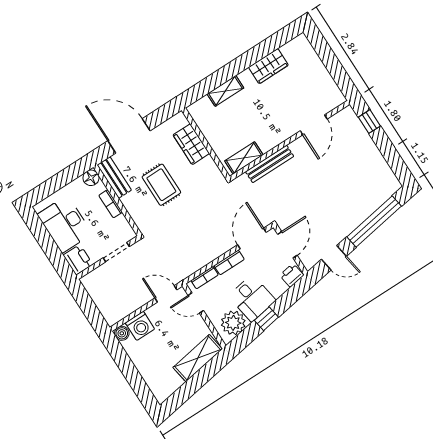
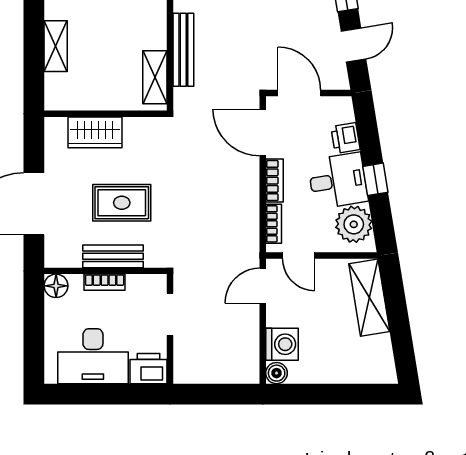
bench: (114, 177) -> (113, 256), moved
printer: (292, 275) -> (345, 138), moved
door: (196, 303) -> (298, 255), hinge flipped

